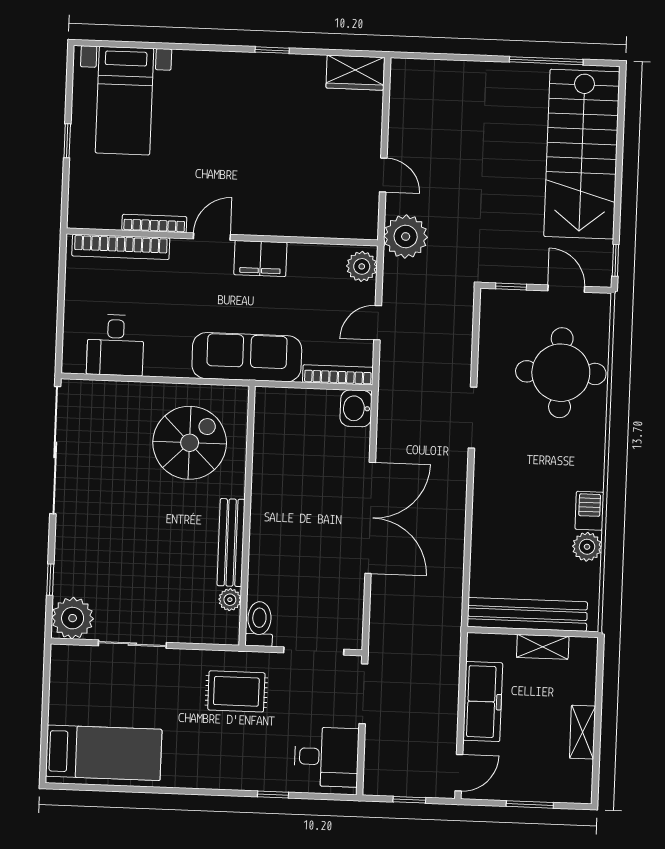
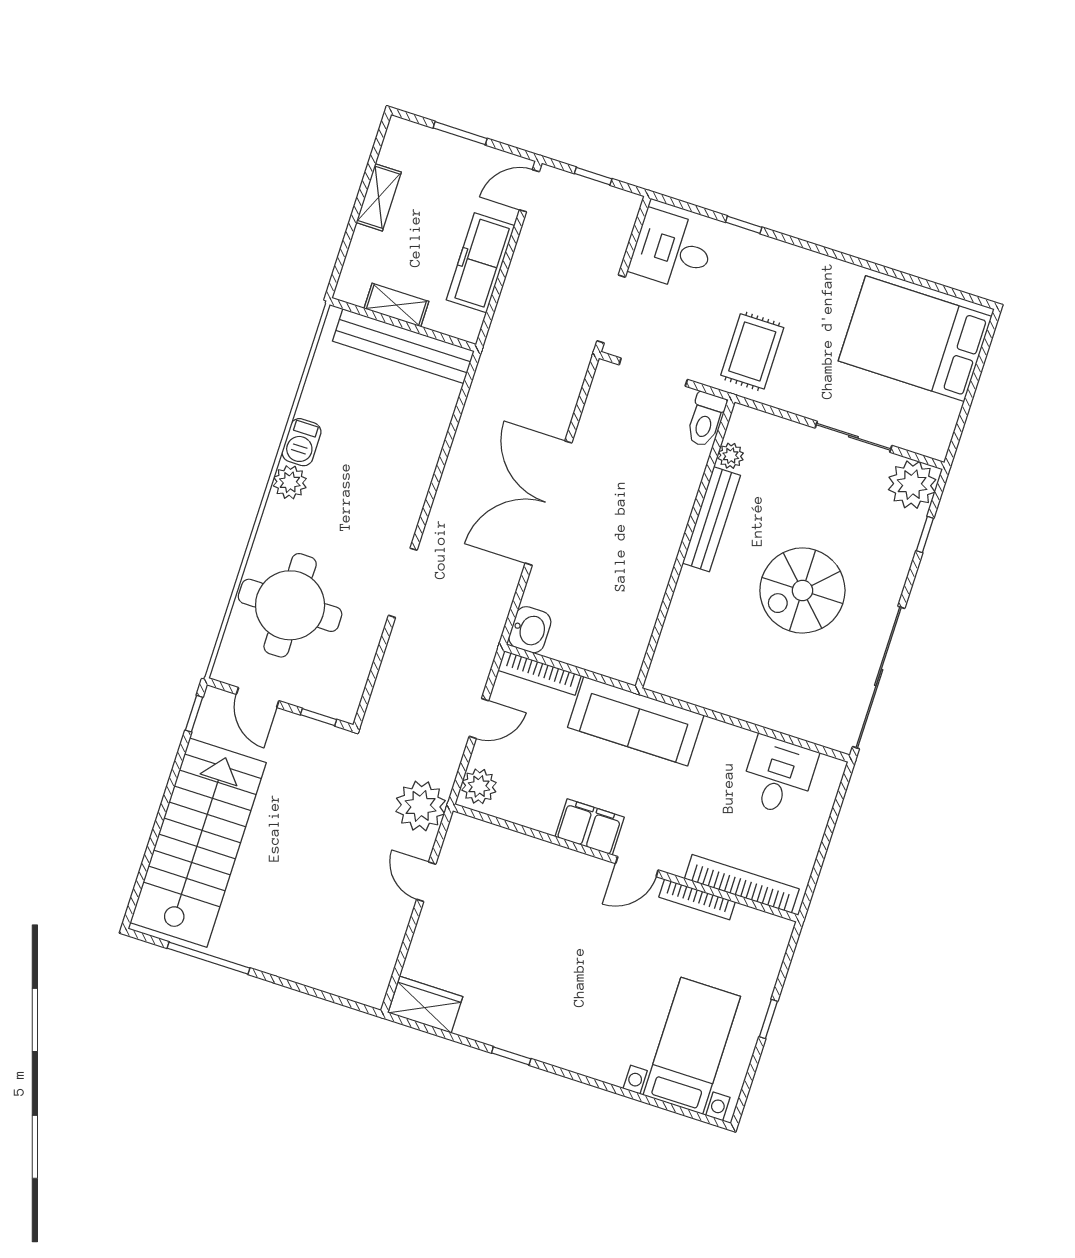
spiral stairs: (190, 443) -> (802, 590), moved
plant: (587, 547) -> (290, 482), moved
rug: (236, 691) -> (752, 351), turned 90
bed: (104, 753) -> (915, 339), width x1.50

